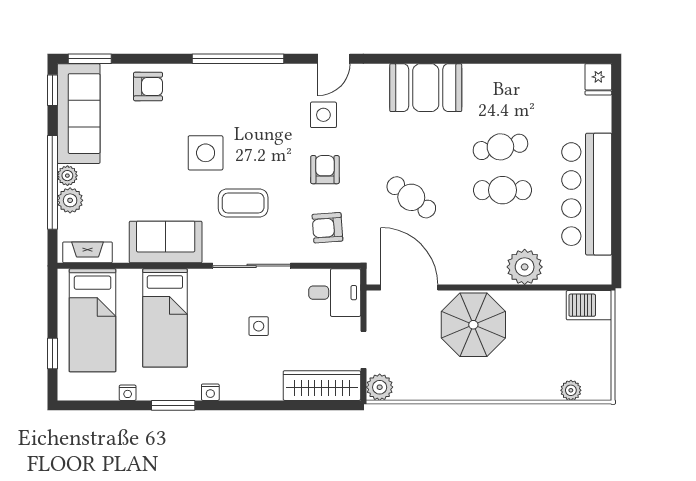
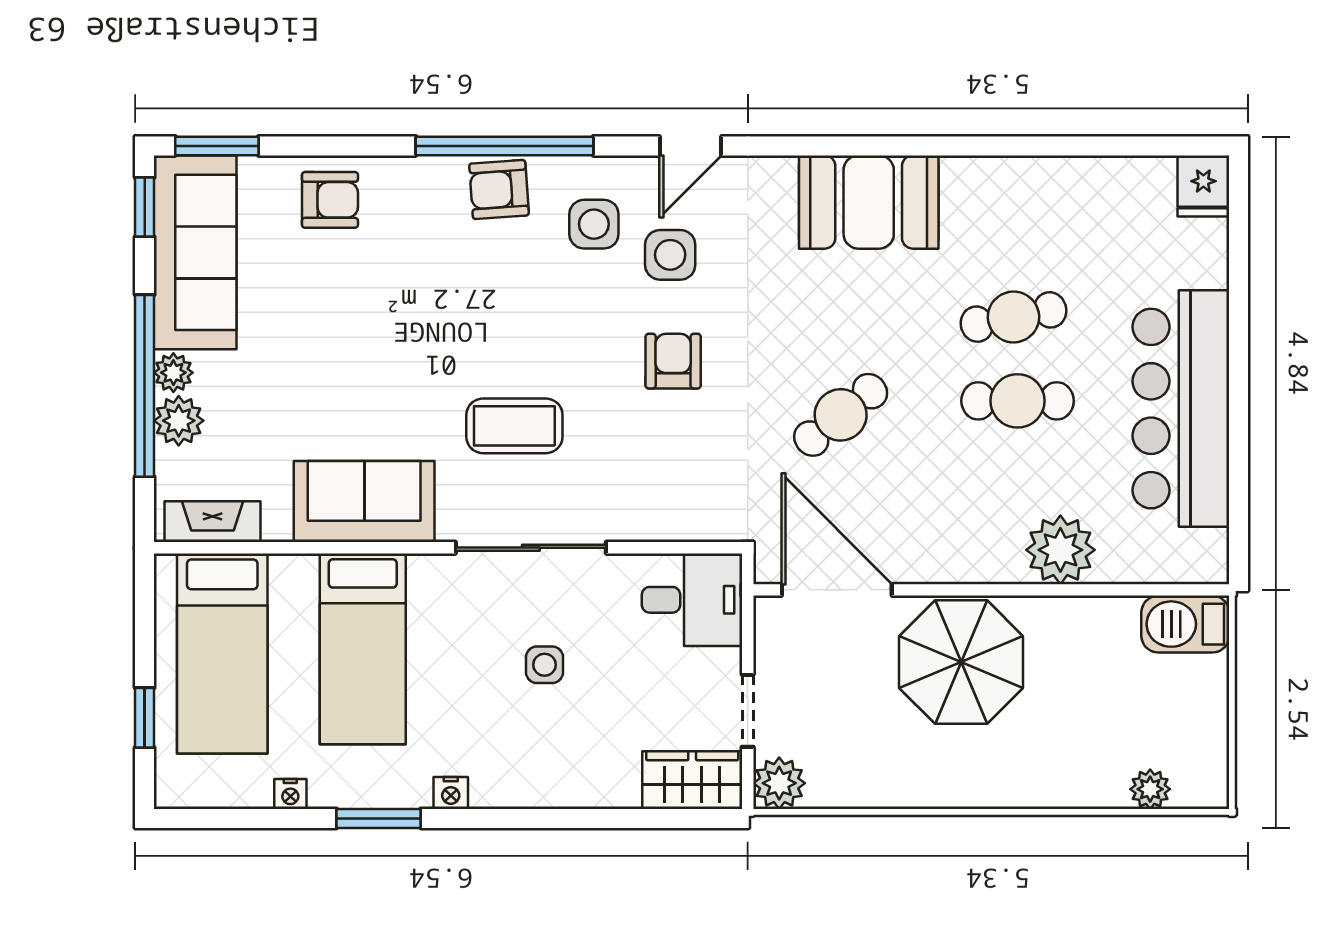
side table: (206, 153) -> (594, 224), moved, width x0.73, depth x0.73
cafe table: (411, 197) -> (841, 415), turned -76
armchair: (327, 228) -> (499, 189), moved
wardrobe: (322, 386) -> (692, 780), width x0.67

